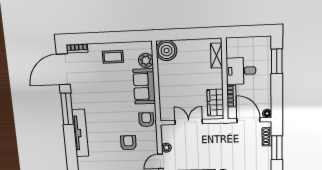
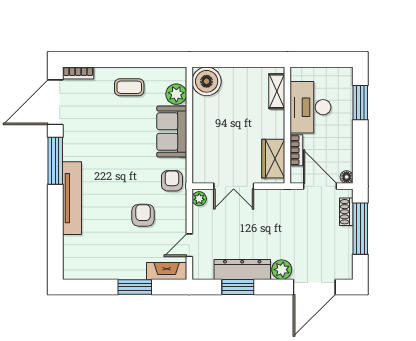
desk: (241, 71) -> (310, 107), width x1.37
double door: (189, 122) -> (234, 186), swing flipped
plant: (166, 148) -> (199, 199), moved
window: (277, 148) -> (360, 229), width x1.44

